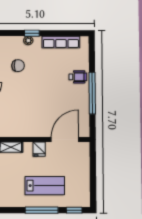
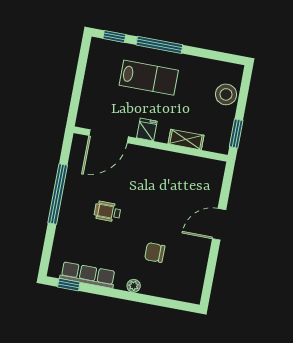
window: (32, 33) -> (69, 285), moved
wheelchair: (78, 77) -> (107, 212), moved
lab bench: (45, 186) -> (149, 78), turned 180

